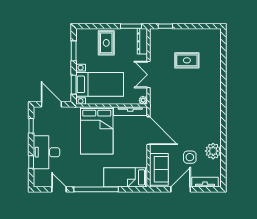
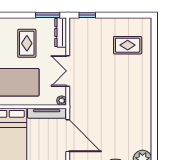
rug: (106, 43) -> (27, 43), moved
rug: (187, 60) -> (128, 45), moved

